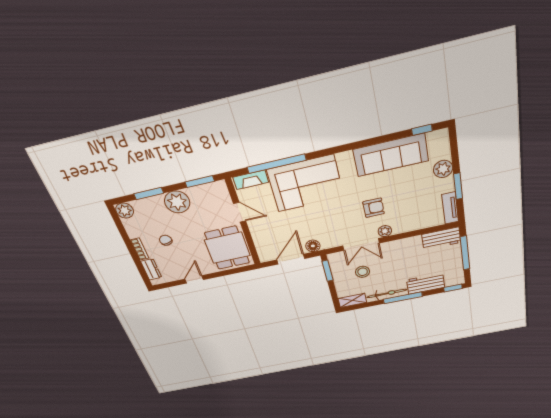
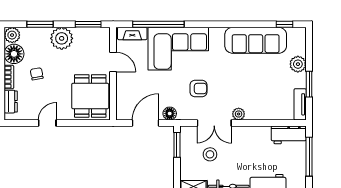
armchair: (374, 208) -> (198, 88), moved
floor lamp: (135, 227) -> (14, 54), added

